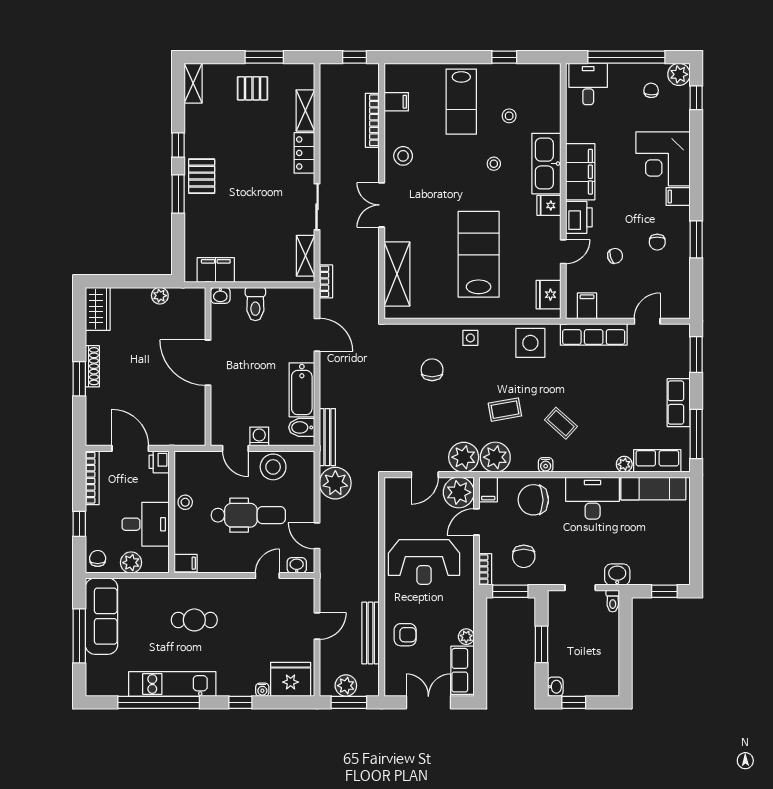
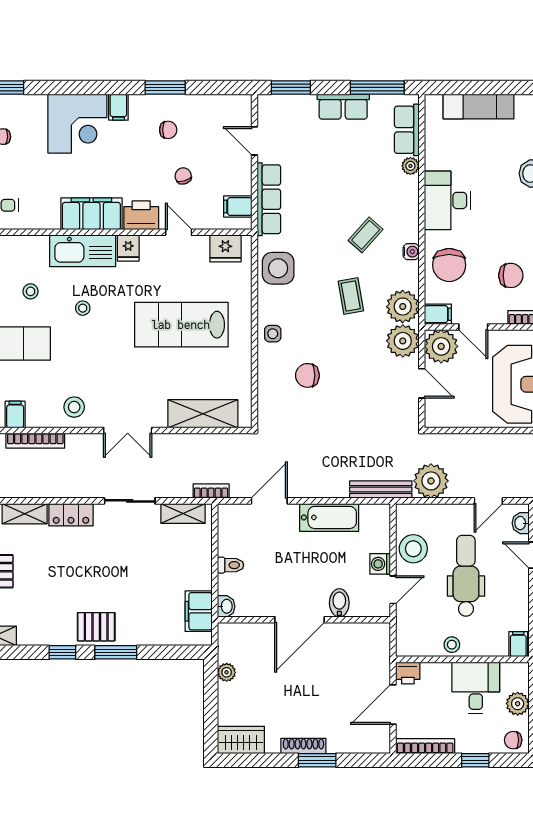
toilet: (255, 304) -> (231, 565), width x0.73, depth x0.72
bidet: (302, 427) -> (339, 603), moved, turned 180
exam couch: (653, 488) -> (479, 106), moved, turned 90

